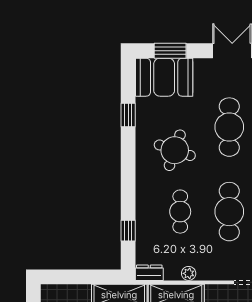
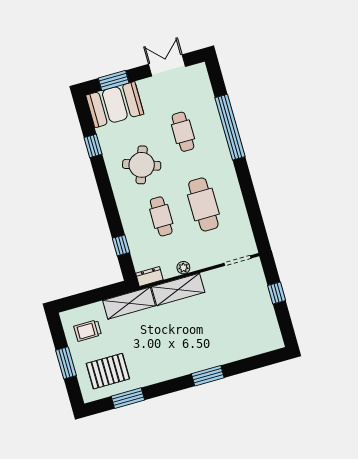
cafe table: (229, 127) -> (183, 132), width x0.73, depth x0.74

